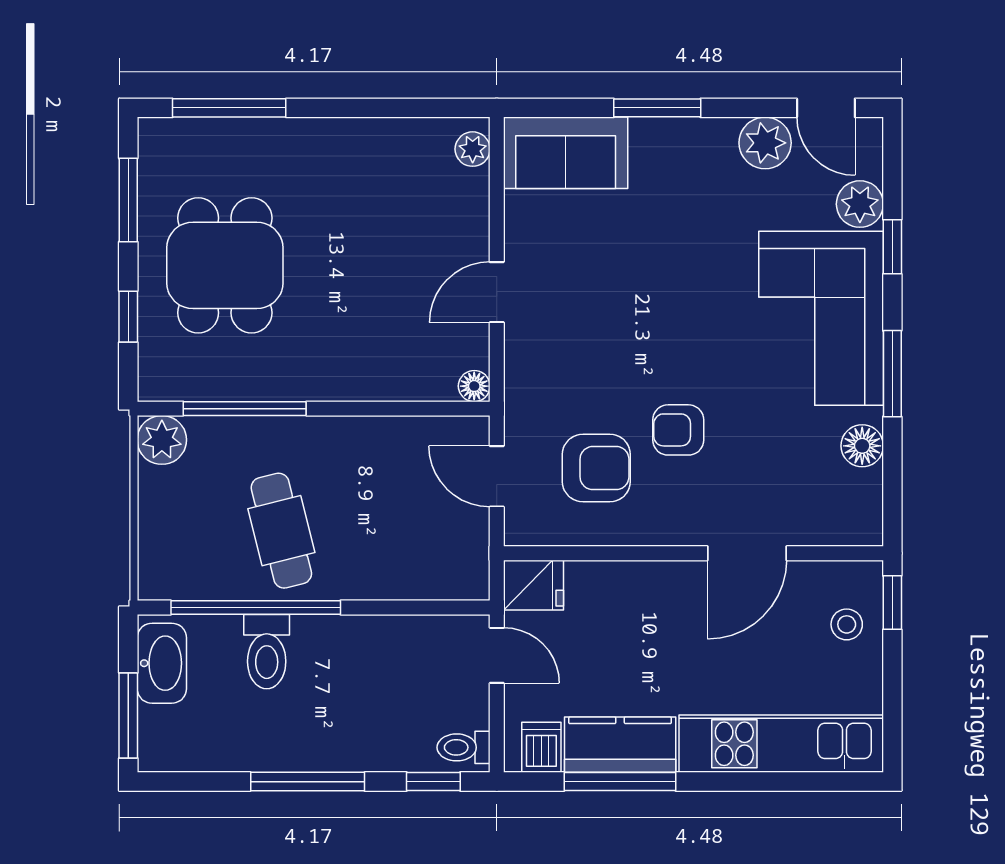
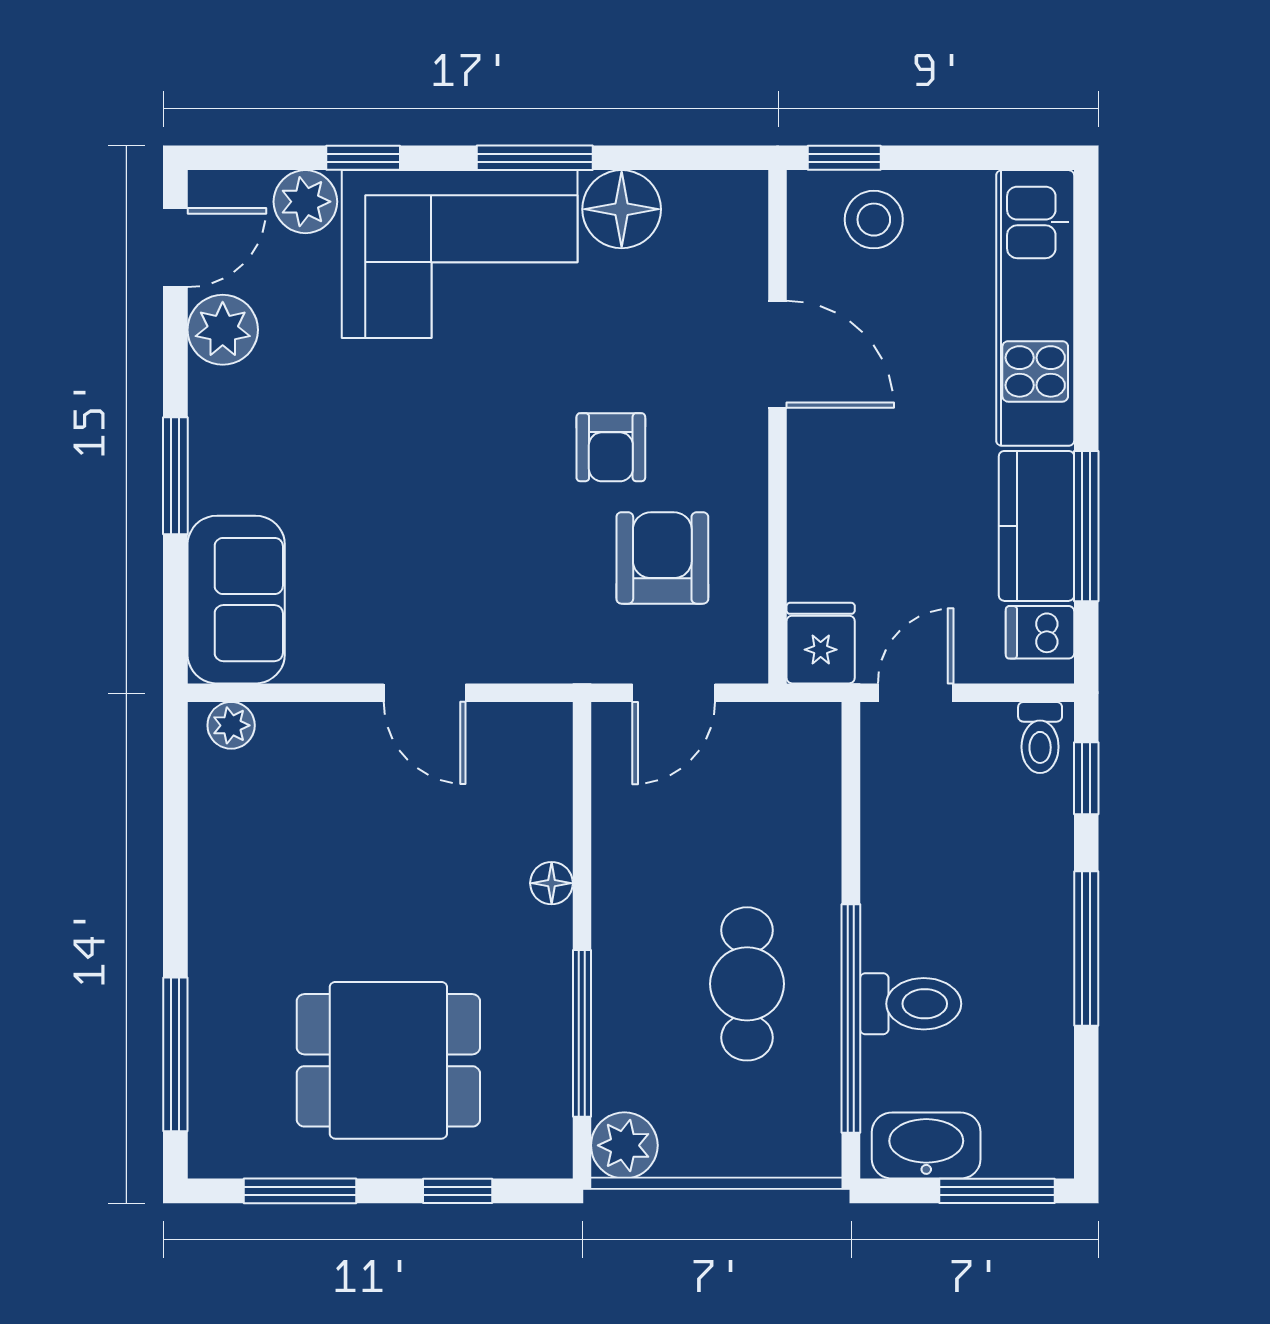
floor lamp: (474, 386) -> (552, 883), moved
floor lamp: (862, 446) -> (622, 209), width x1.38, depth x1.38
cafe table: (281, 531) -> (747, 984), turned -76
stool: (847, 624) -> (874, 220), width x1.37, depth x1.37

